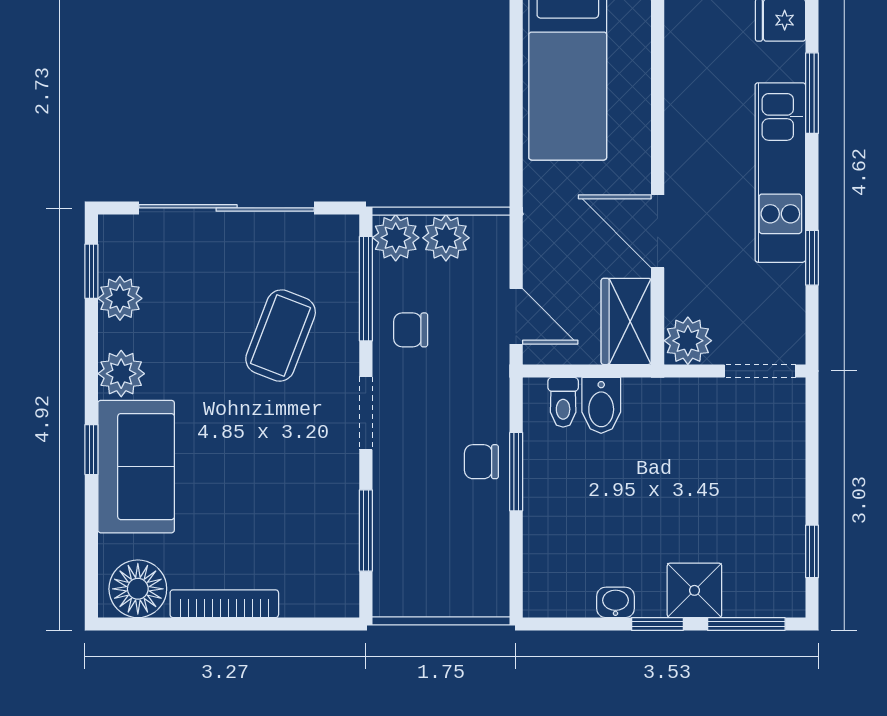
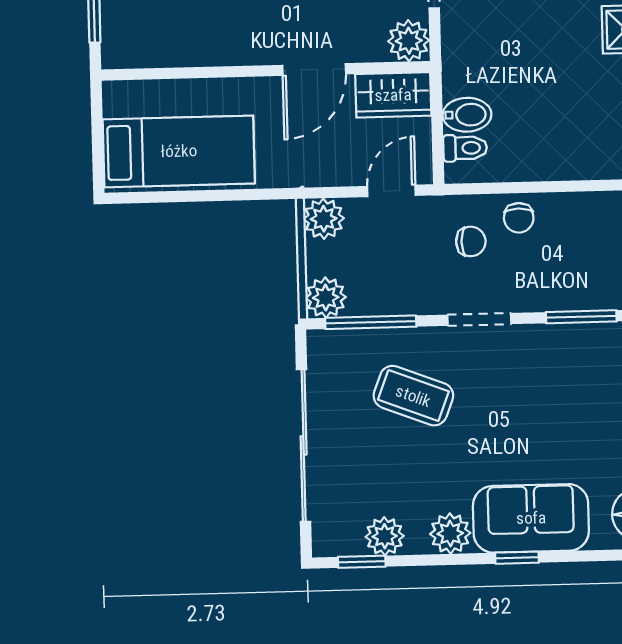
plant: (446, 238) -> (324, 219), moved
chair: (411, 330) -> (471, 241), moved, turned -90
window: (516, 472) -> (527, 187), removed

